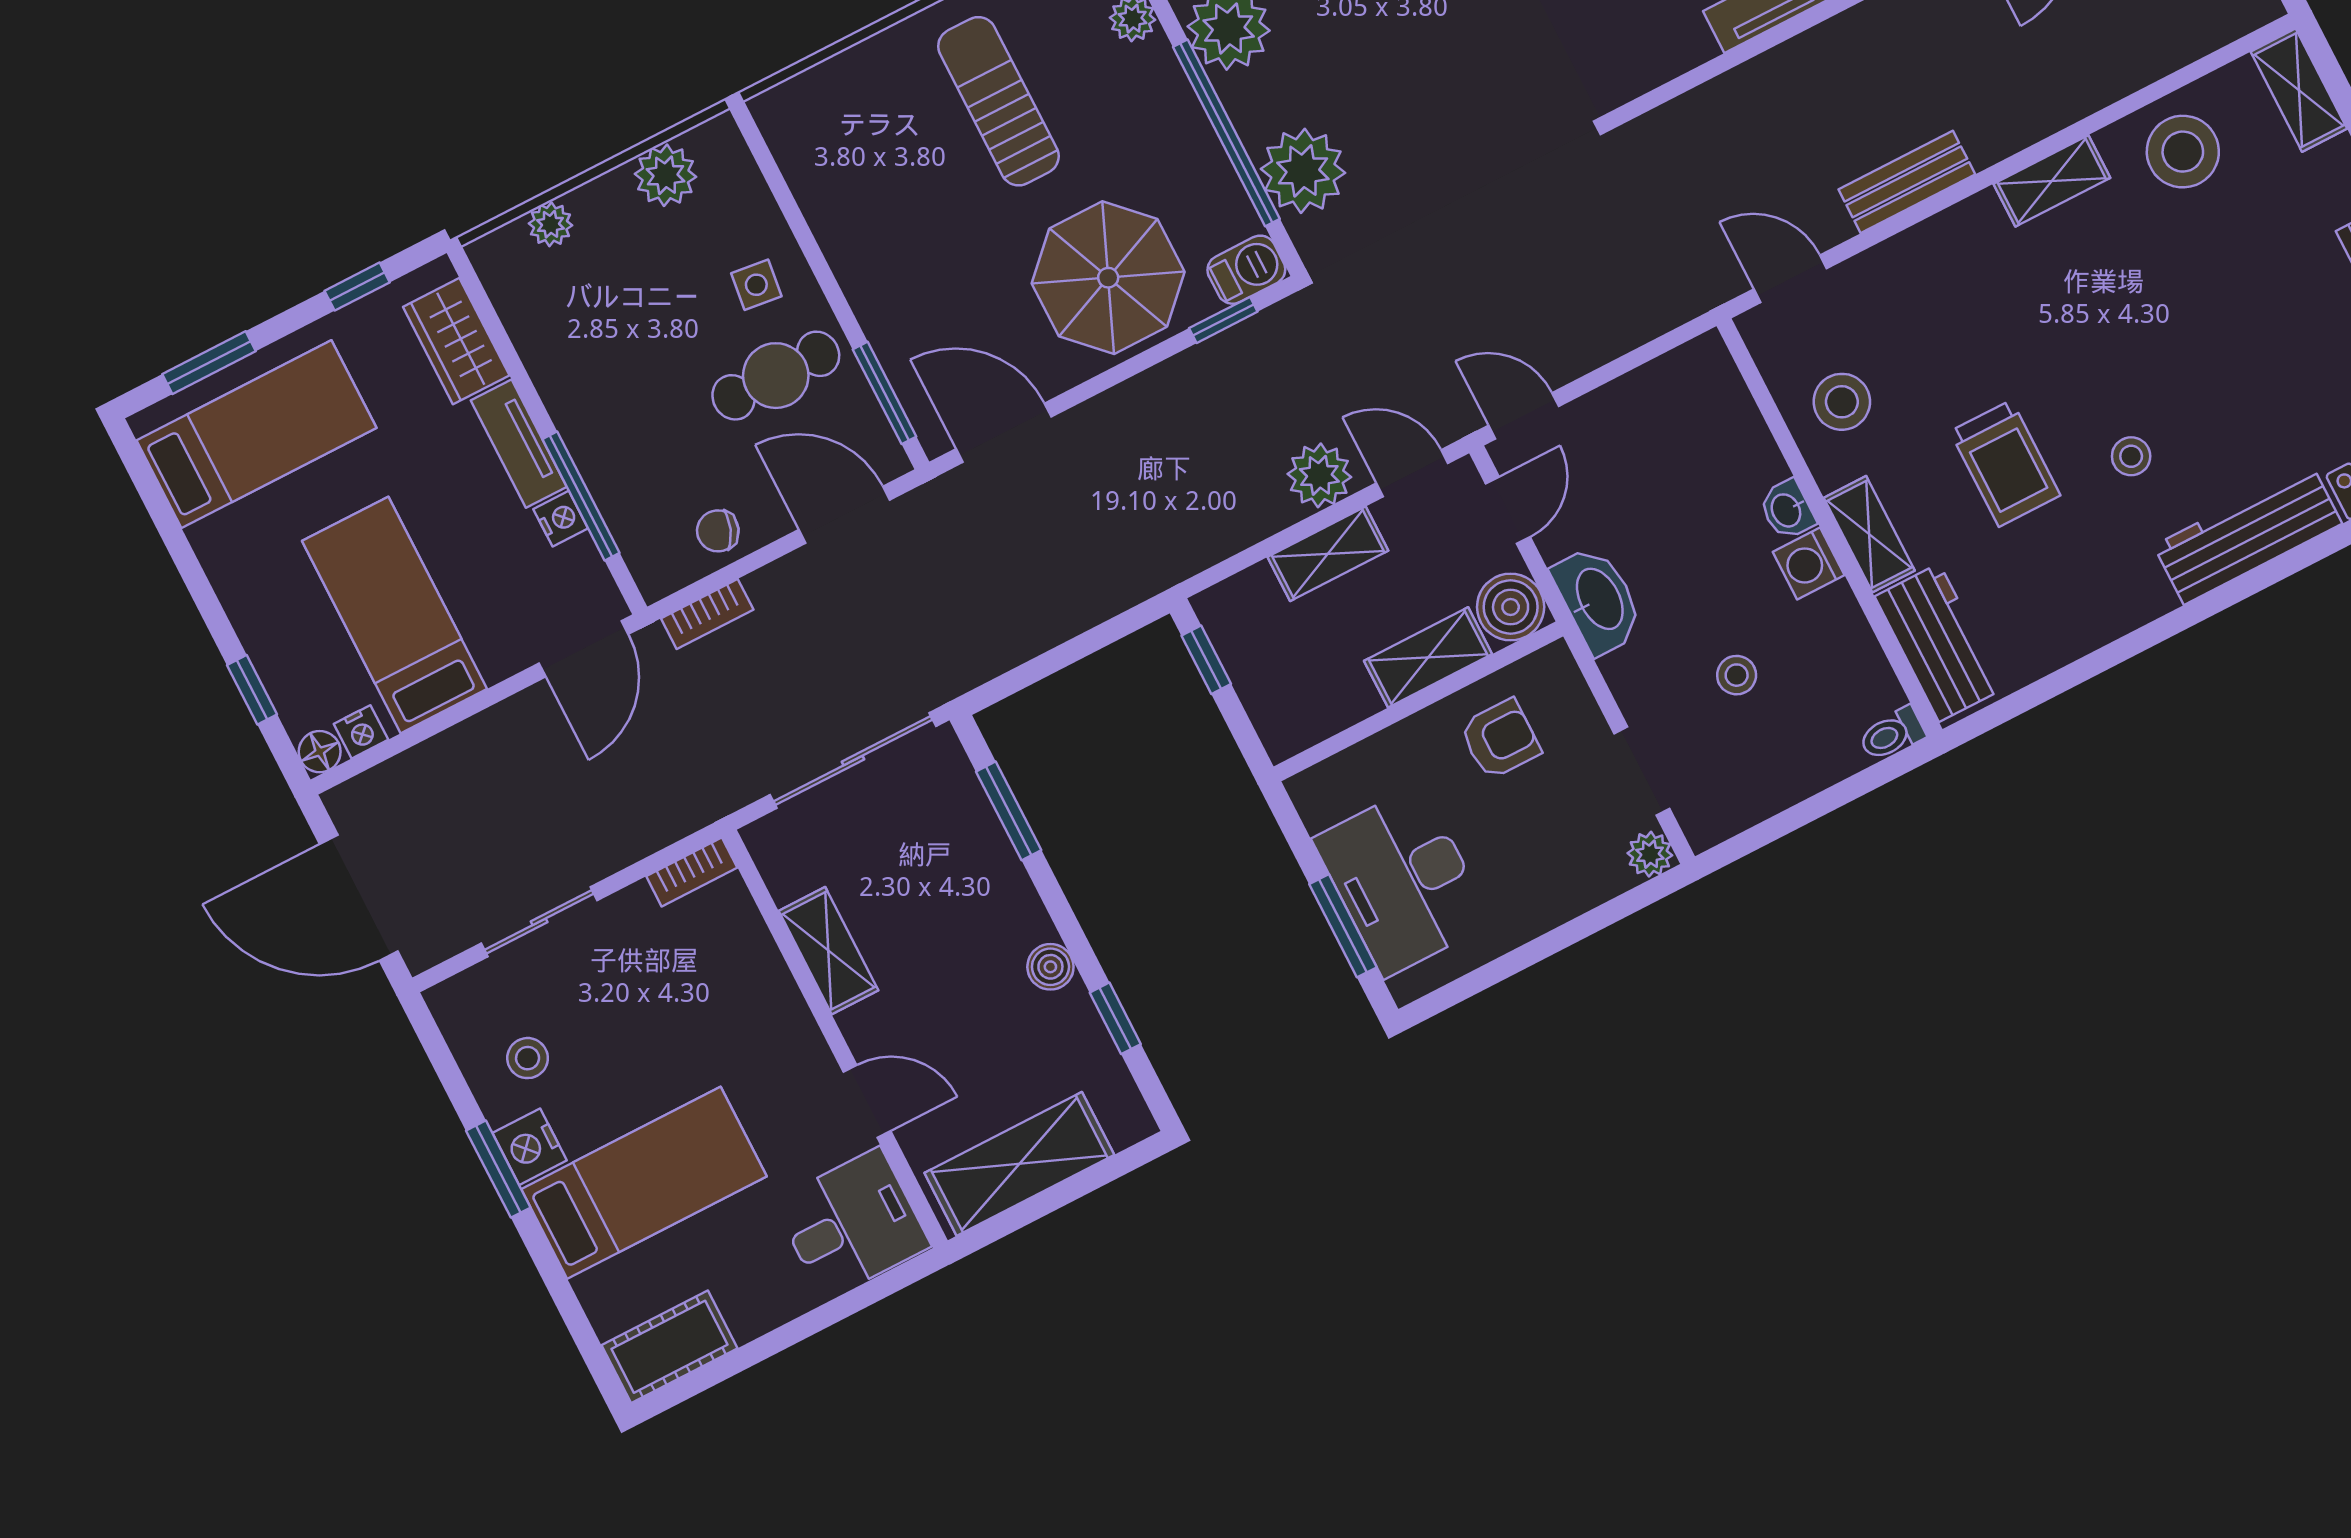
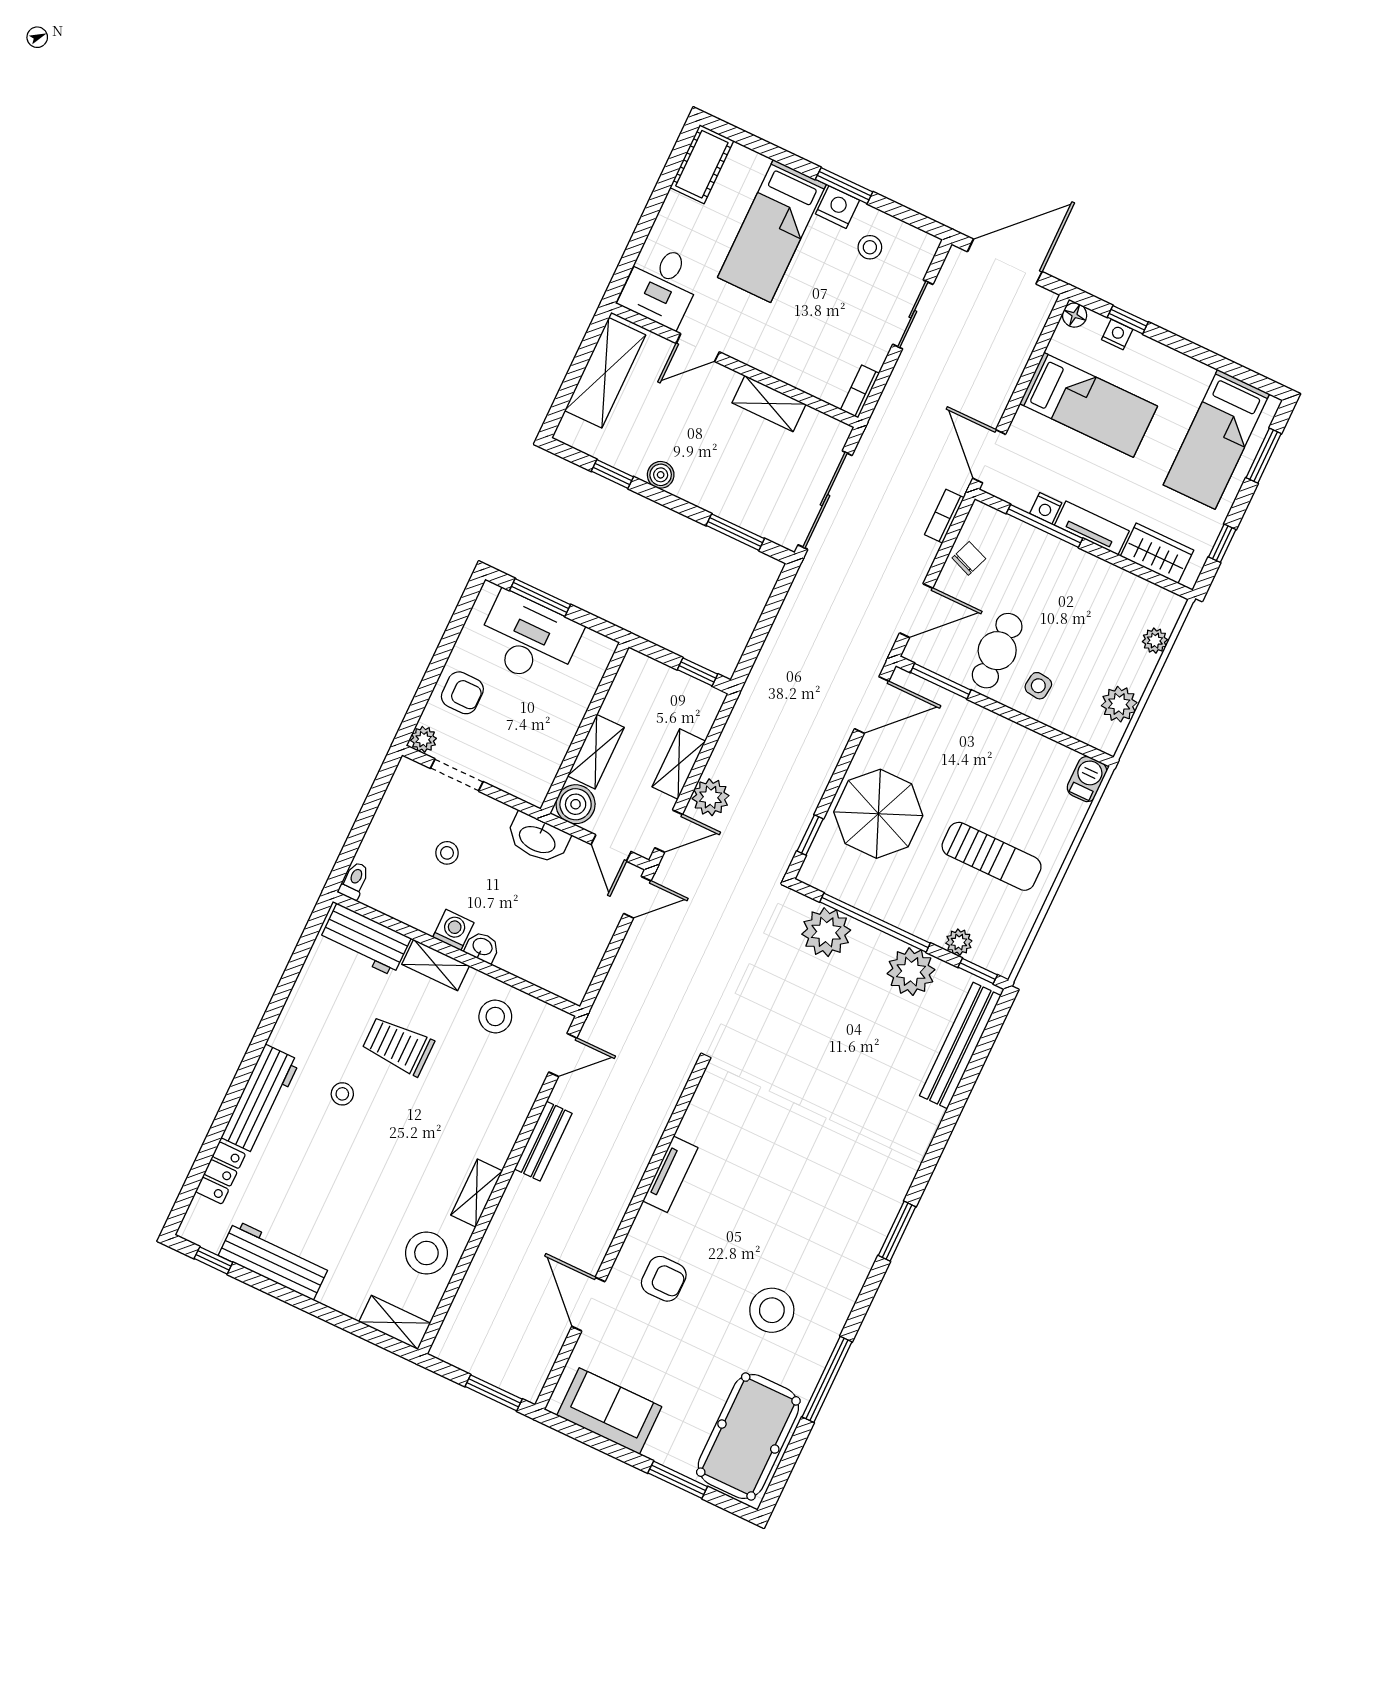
barbecue: (1246, 270) -> (1087, 779), moved, turned 180
nightstand: (361, 732) -> (1117, 334), moved, turned 90
armchair: (1500, 739) -> (462, 693), moved, turned -90

